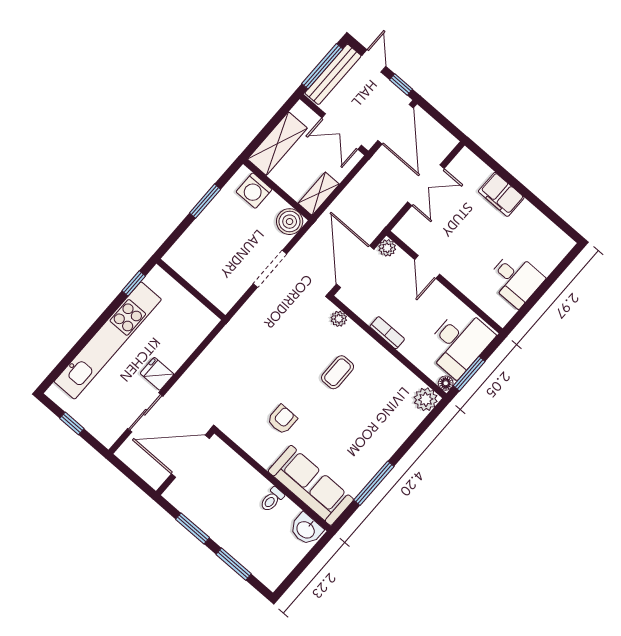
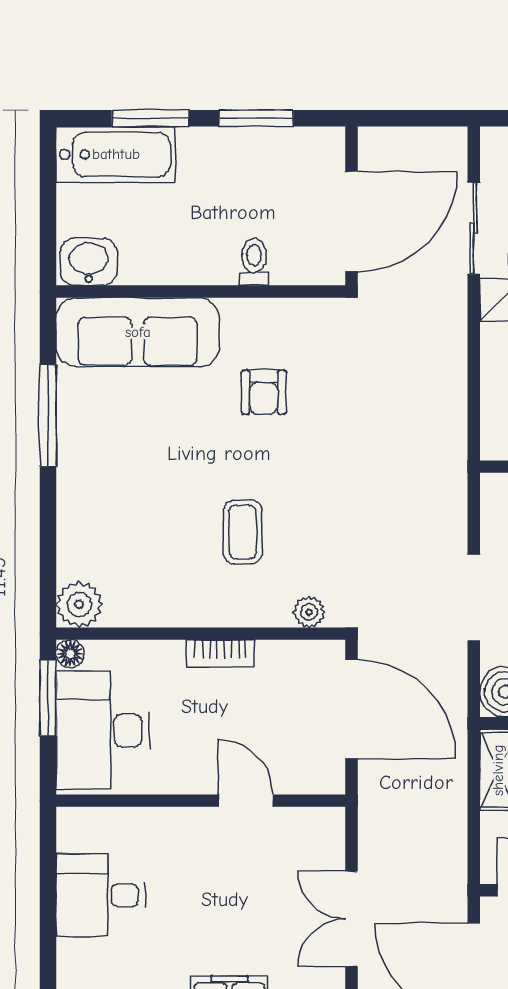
plant: (387, 248) -> (328, 778), removed
toilet: (272, 499) -> (254, 262), moved
bathtub: (259, 562) -> (116, 154), added

